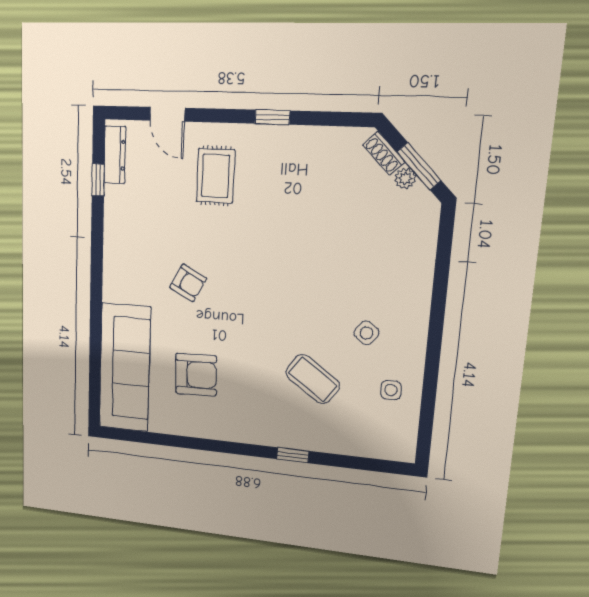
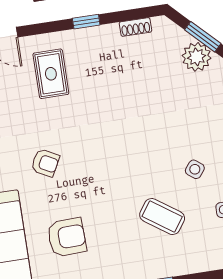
shoe rack: (384, 153) -> (135, 27), moved, turned -45
plant: (405, 178) -> (197, 57), width x1.88, depth x1.88

